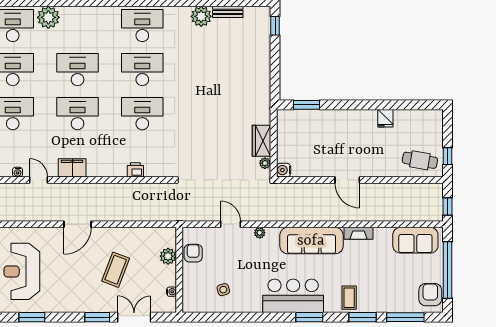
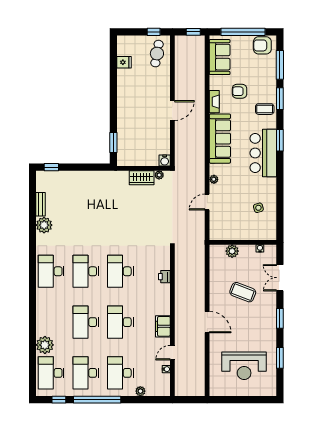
fridge: (385, 118) -> (124, 62), moved
armchair: (193, 253) -> (240, 91), moved
window: (97, 317) -> (280, 318), moved

